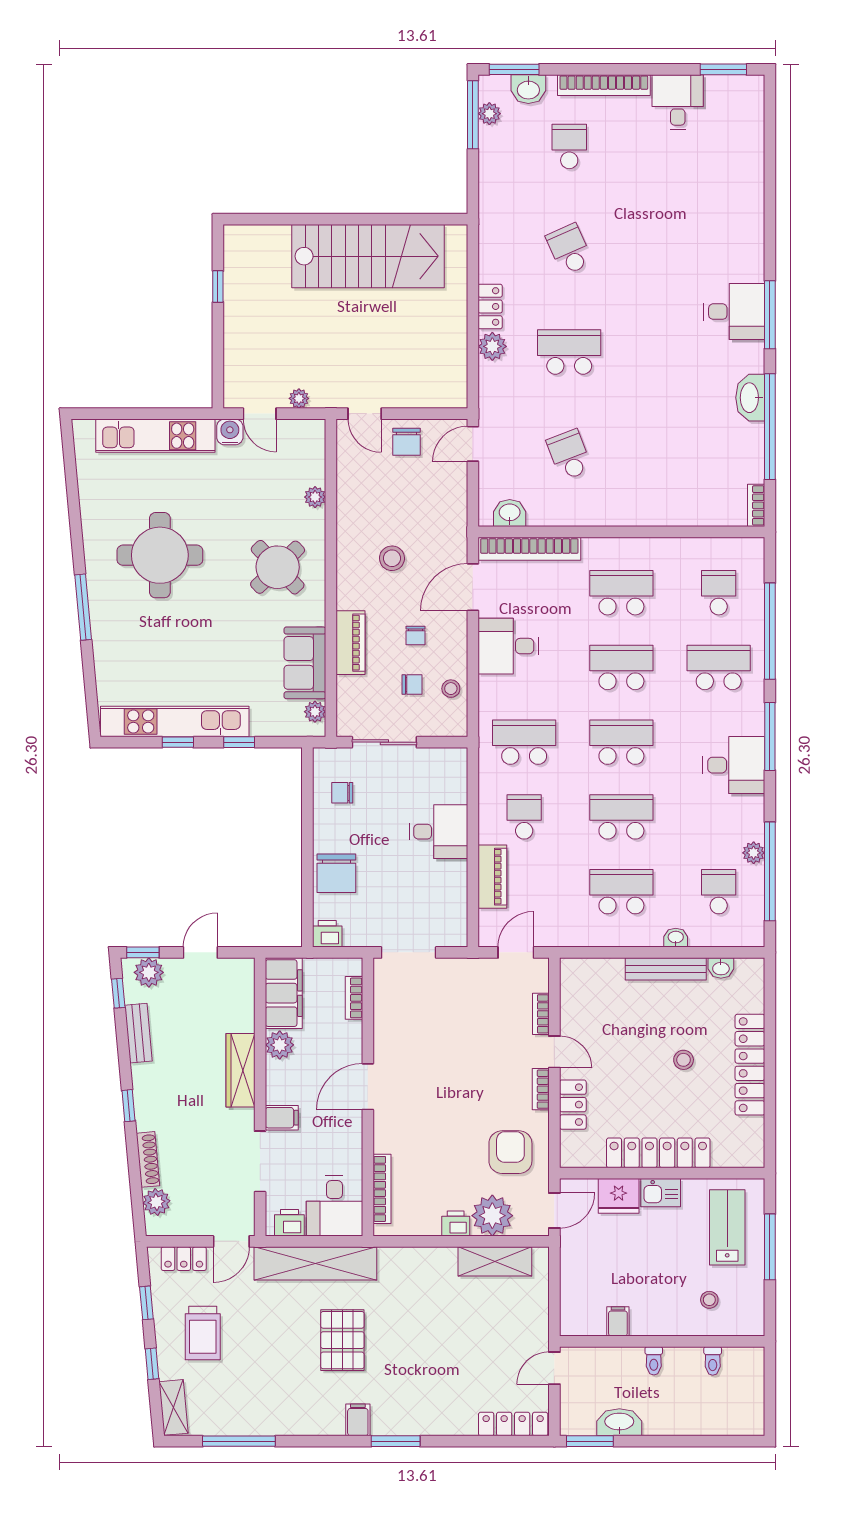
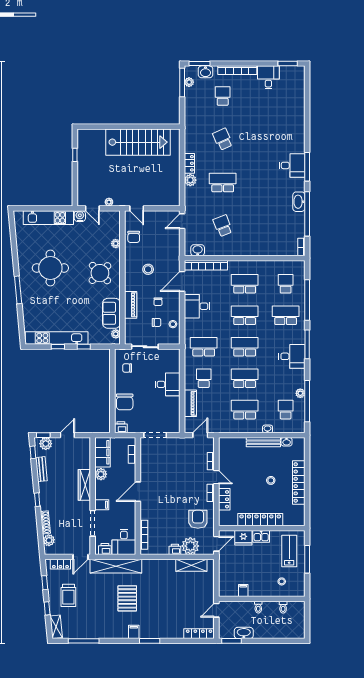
chair: (406, 442) -> (134, 237), moved

